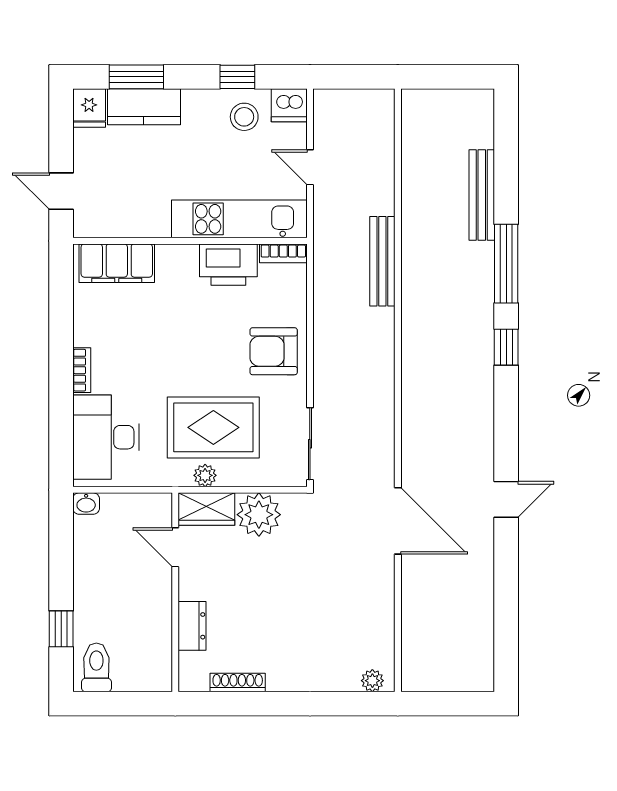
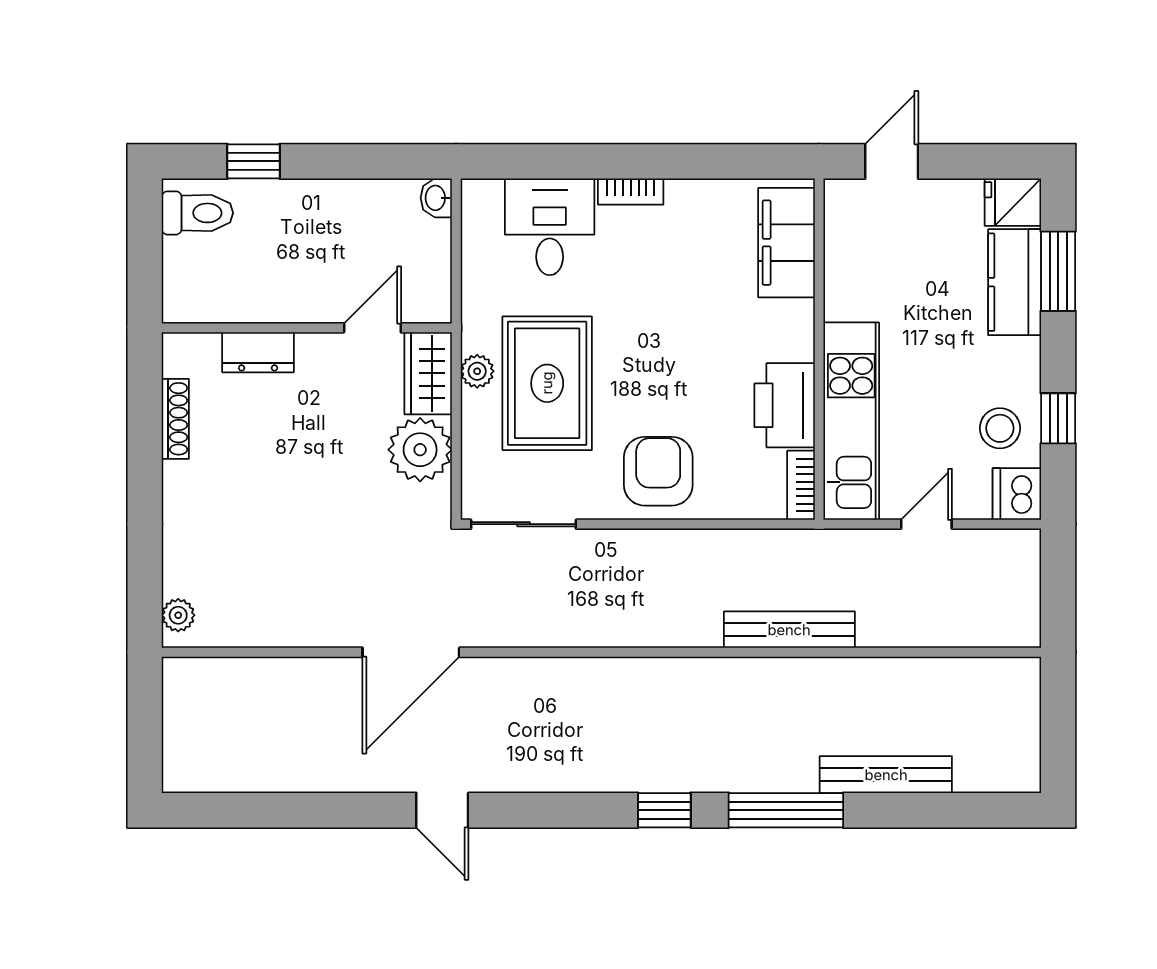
desk: (106, 437) -> (550, 227), width x0.73

